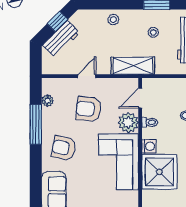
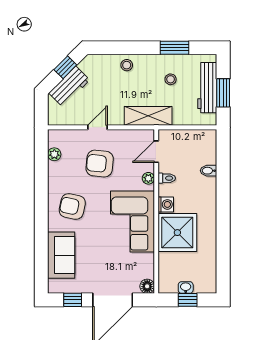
plant: (128, 123) -> (148, 178), width x0.53, depth x0.53
window: (36, 124) -> (41, 180), removed

